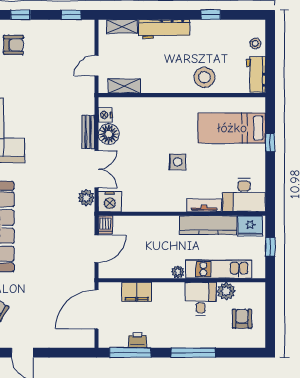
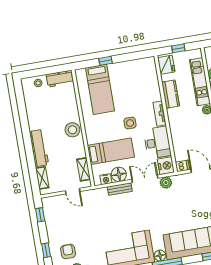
window: (211, 15) -> (23, 118), removed
stool: (204, 77) -> (72, 130), moved
bed: (143, 128) -> (111, 151), added
desk: (244, 195) -> (157, 143), moved
tv unit: (204, 205) -> (160, 114), moved
kitchen counter: (208, 225) -> (171, 94), width x0.67

